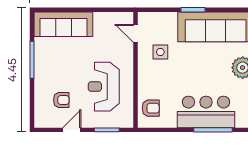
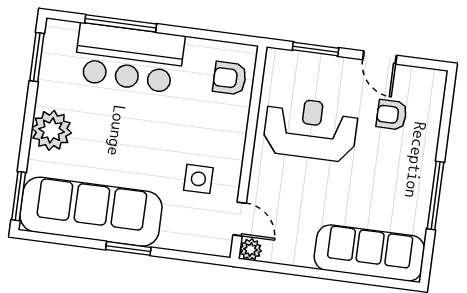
plant: (127, 18) -> (251, 250), added
reception desk: (104, 87) -> (310, 129), turned -90
door: (72, 130) -> (380, 57), hinge flipped

